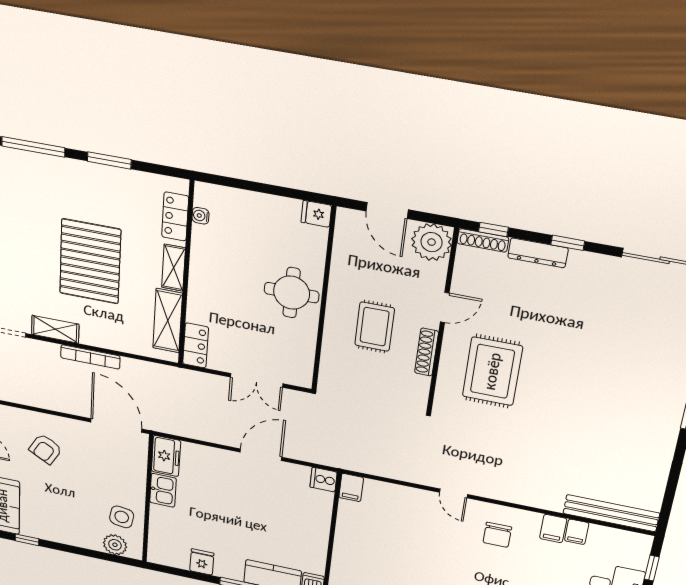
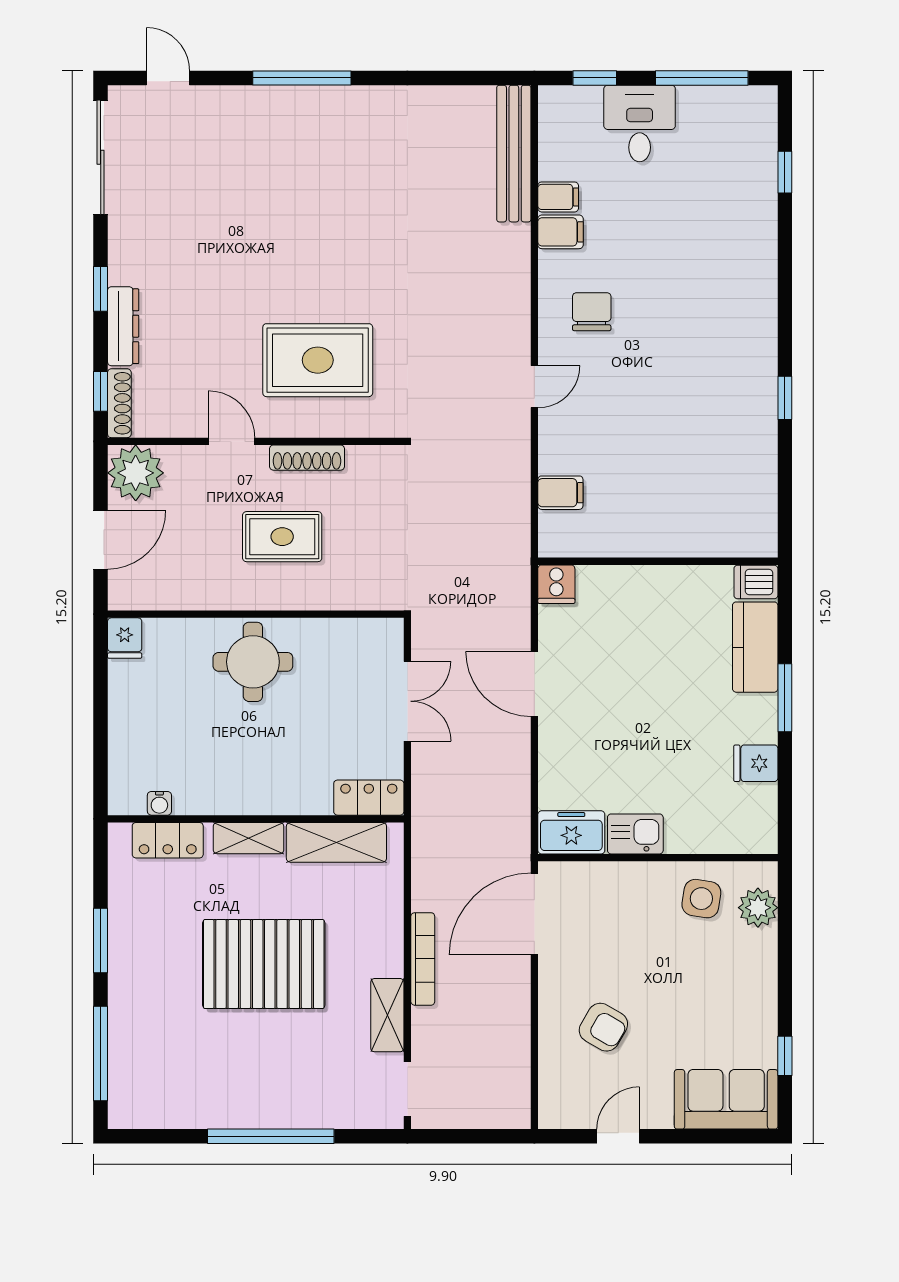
filing cabinet: (351, 488) -> (560, 493), moved
chair: (497, 535) -> (592, 312), turned -90

